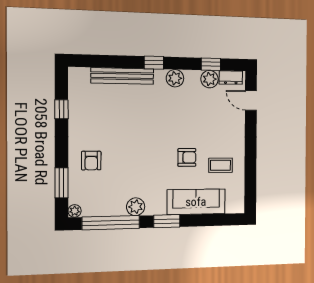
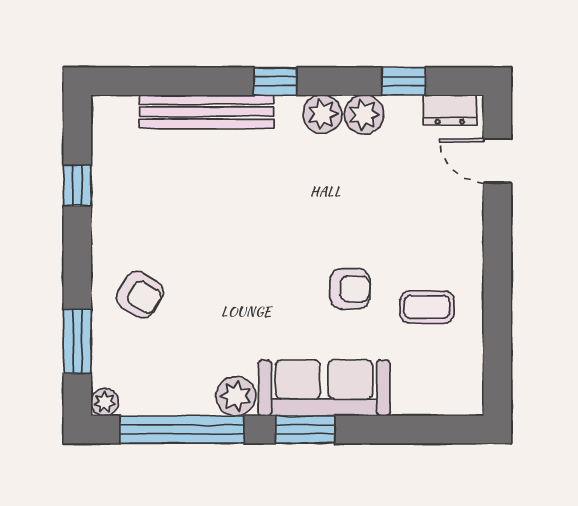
plant: (210, 79) -> (364, 114), moved
armchair: (91, 161) -> (140, 295), turned -59
sofa: (196, 202) -> (324, 388), moved

